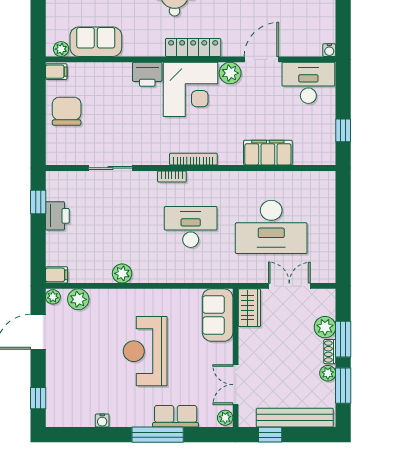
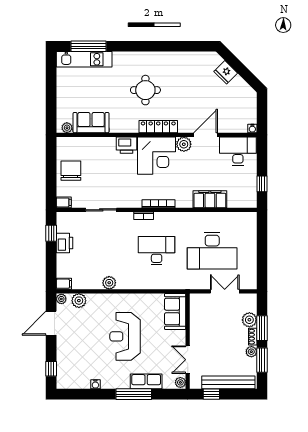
filing cabinet: (56, 72) -> (64, 202), moved
wardrobe: (249, 308) -> (197, 306), removed

